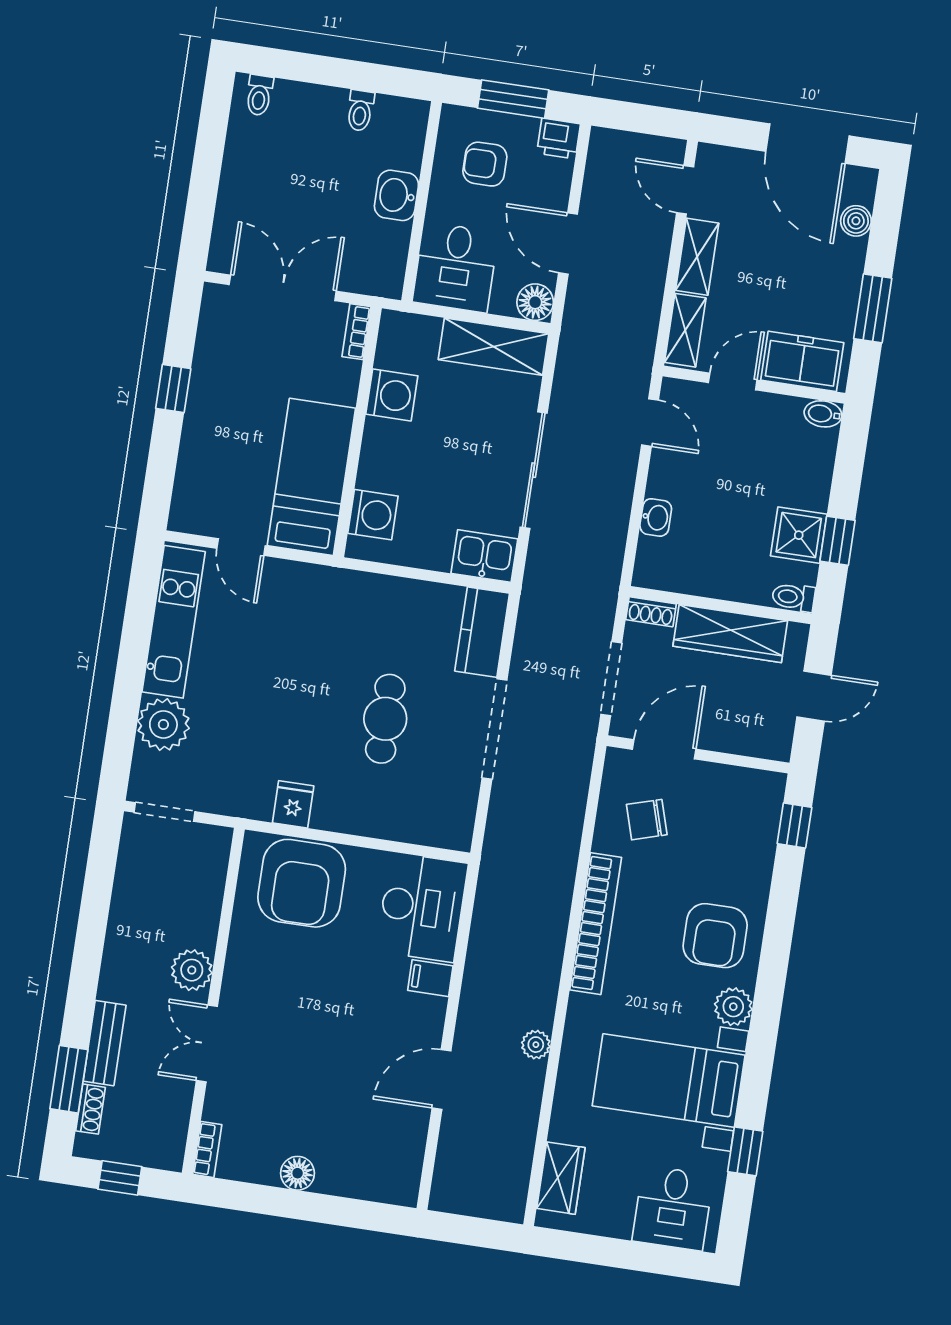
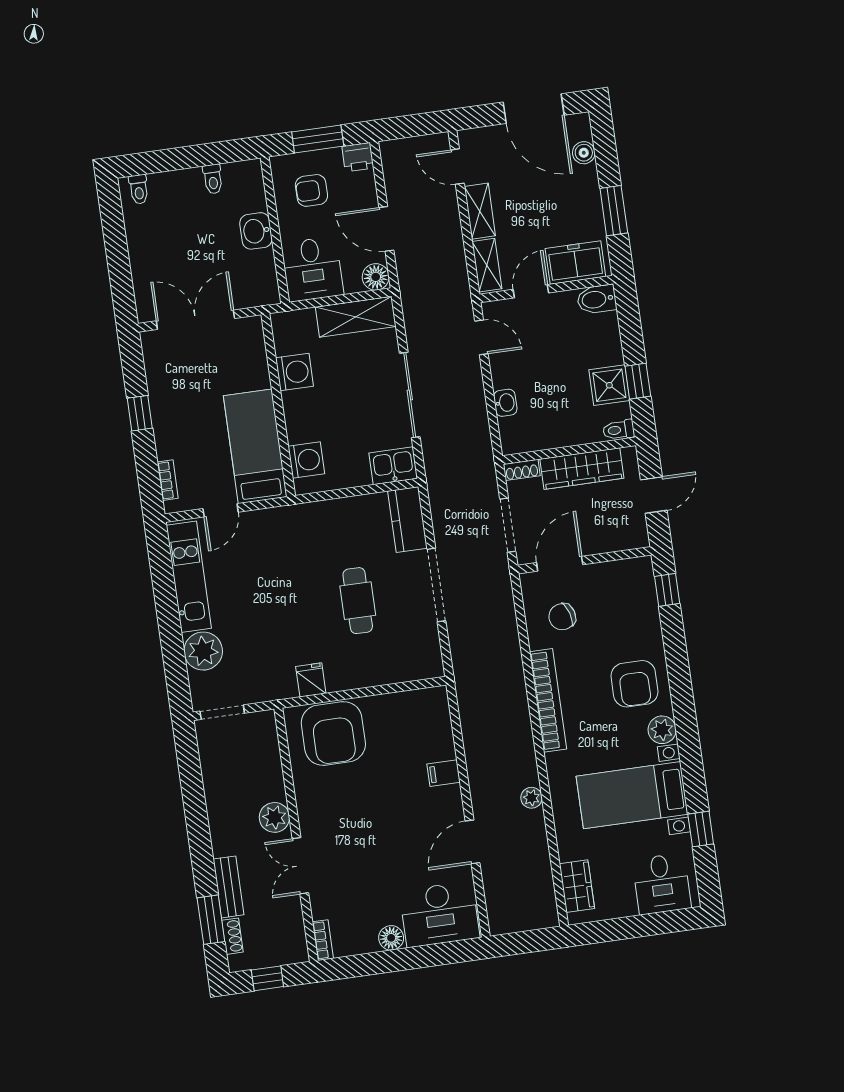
bookcase: (356, 332) -> (168, 480), moved, turned 180
bidet: (823, 414) -> (597, 299), width x1.38, depth x1.36
door: (241, 547) -> (221, 510), hinge flipped
desk: (422, 907) -> (440, 914), moved, turned 90

